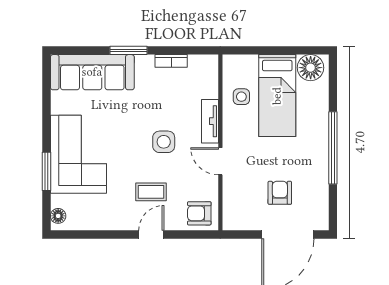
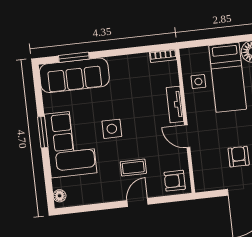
window: (129, 50) -> (74, 57), moved
bookcase: (171, 61) -> (163, 56), moved
side table: (164, 142) -> (112, 129), moved
window: (46, 171) -> (43, 132), moved

